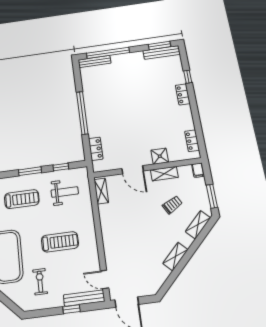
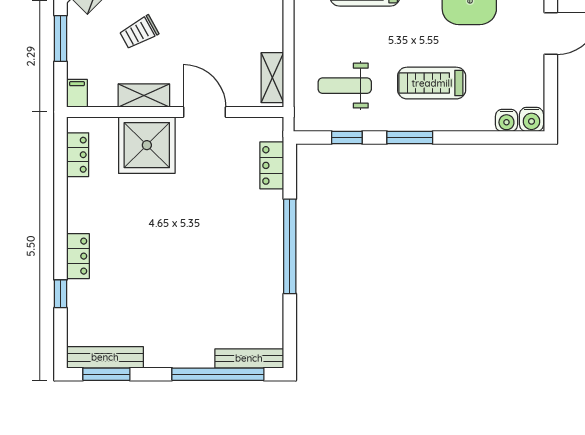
shower: (160, 156) -> (147, 145), width x1.86, depth x1.86

